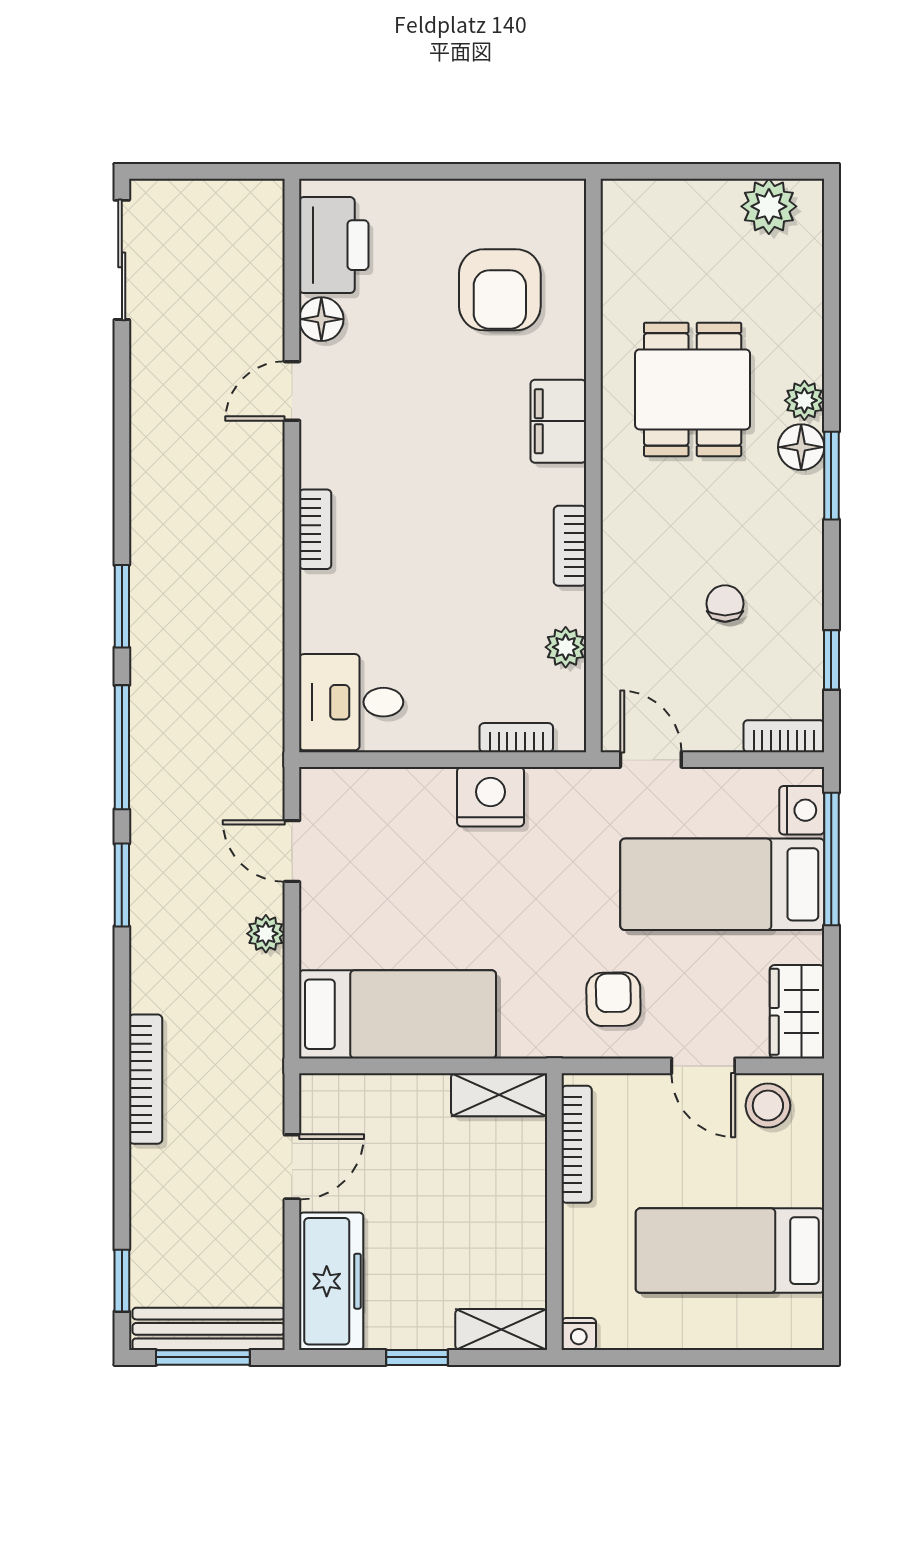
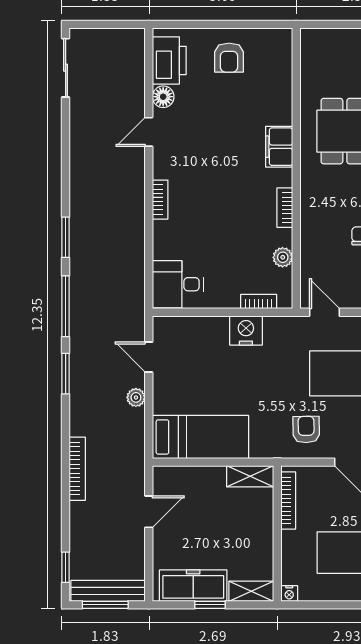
armchair: (500, 290) -> (229, 58), moved, width x0.72, depth x0.72
freezer: (331, 1281) -> (193, 586), moved, turned -90

